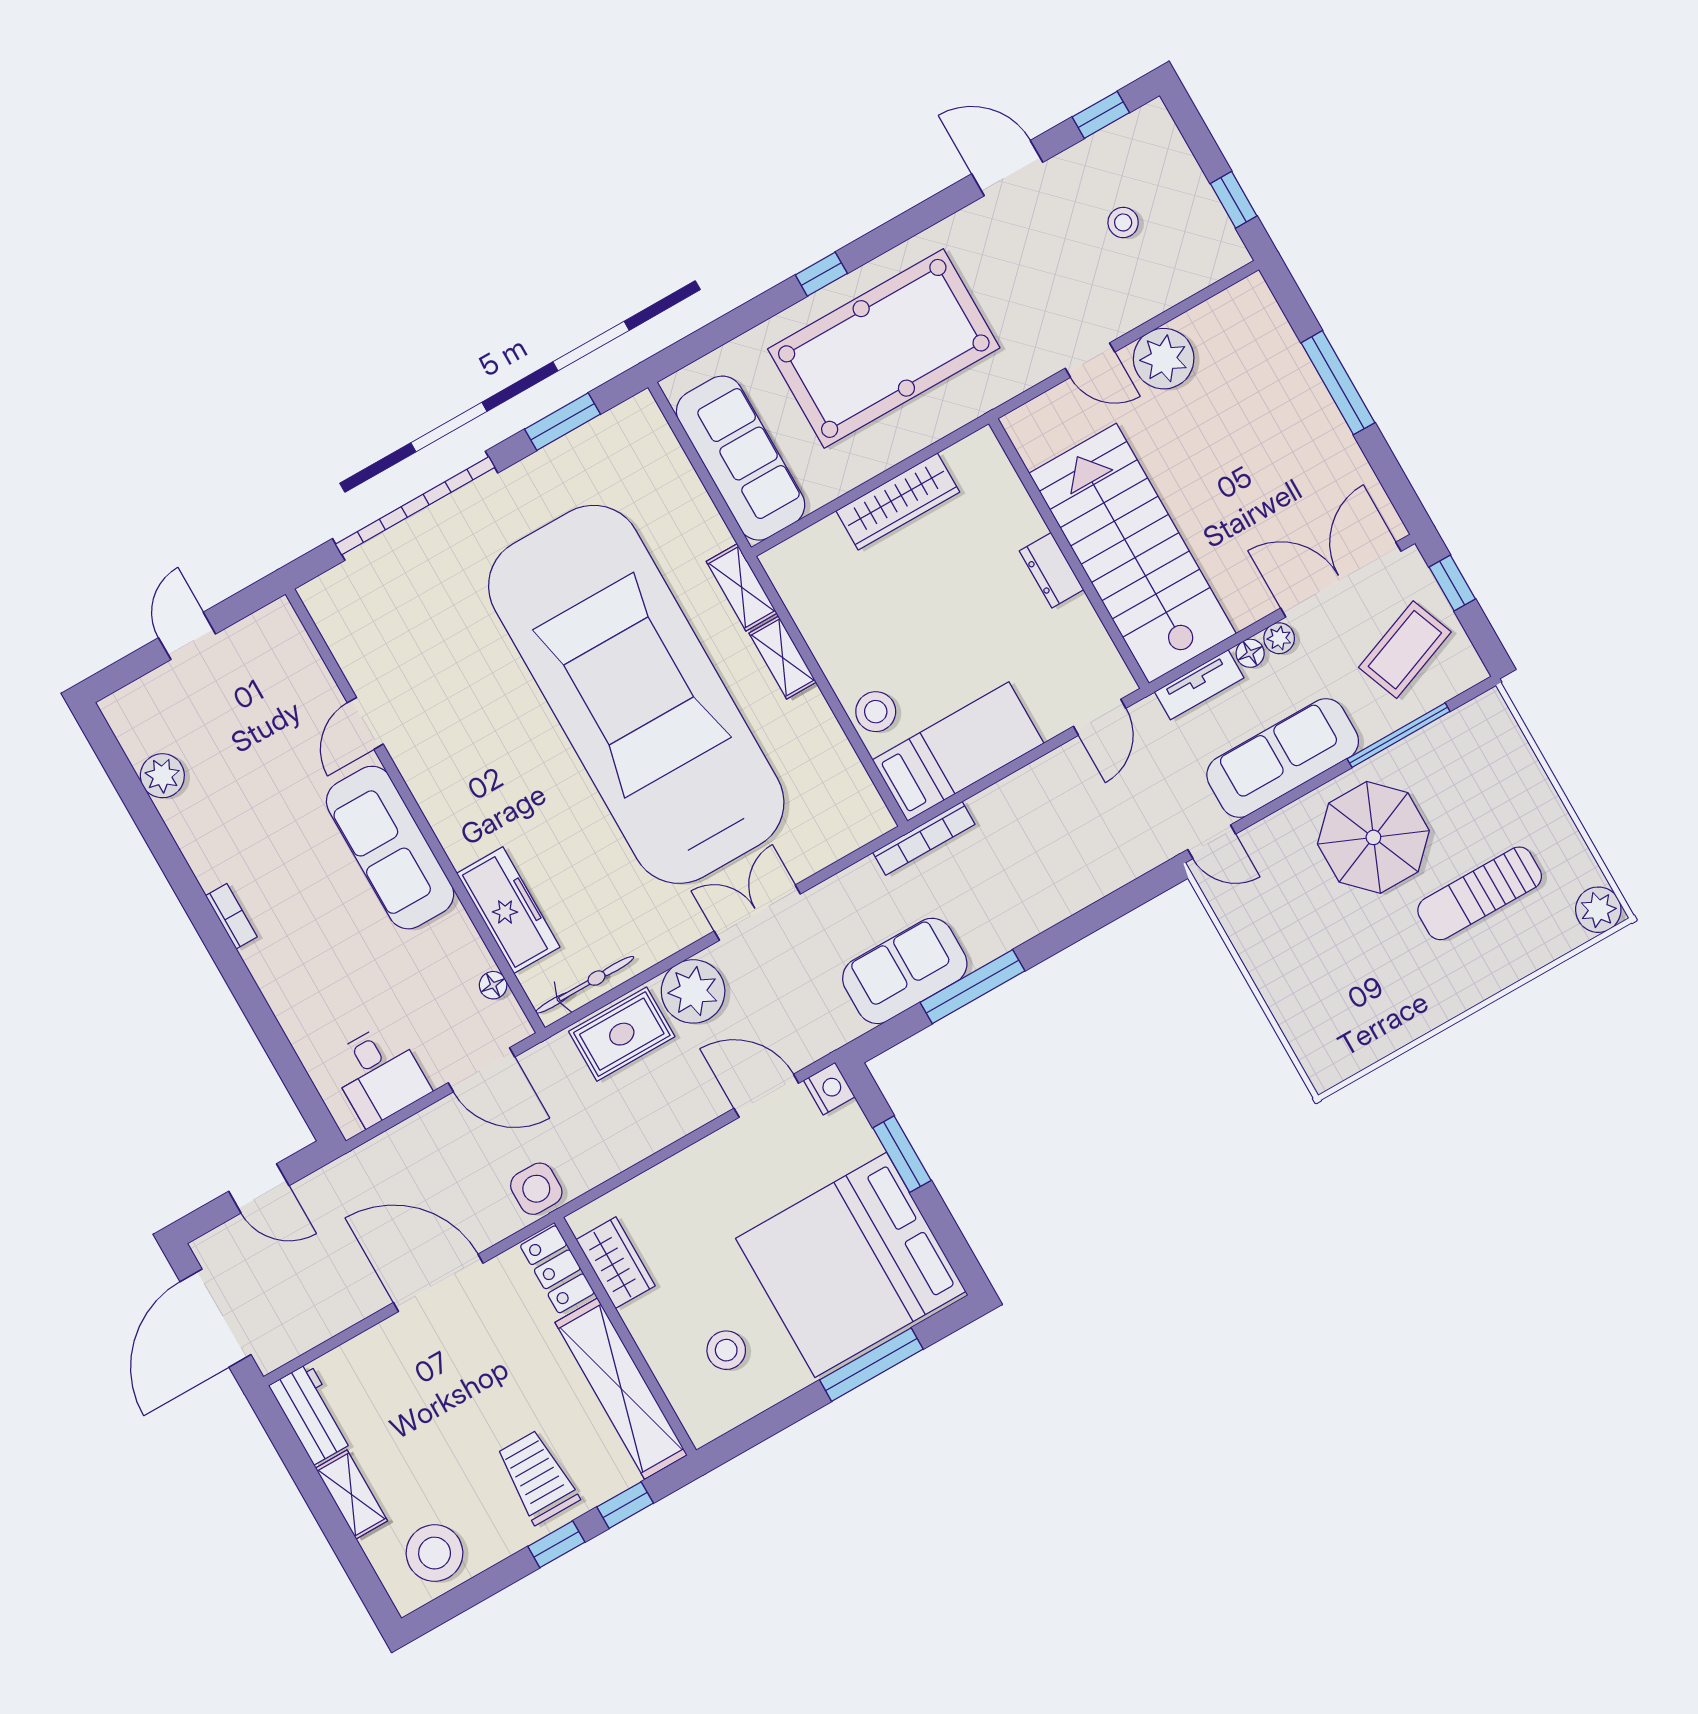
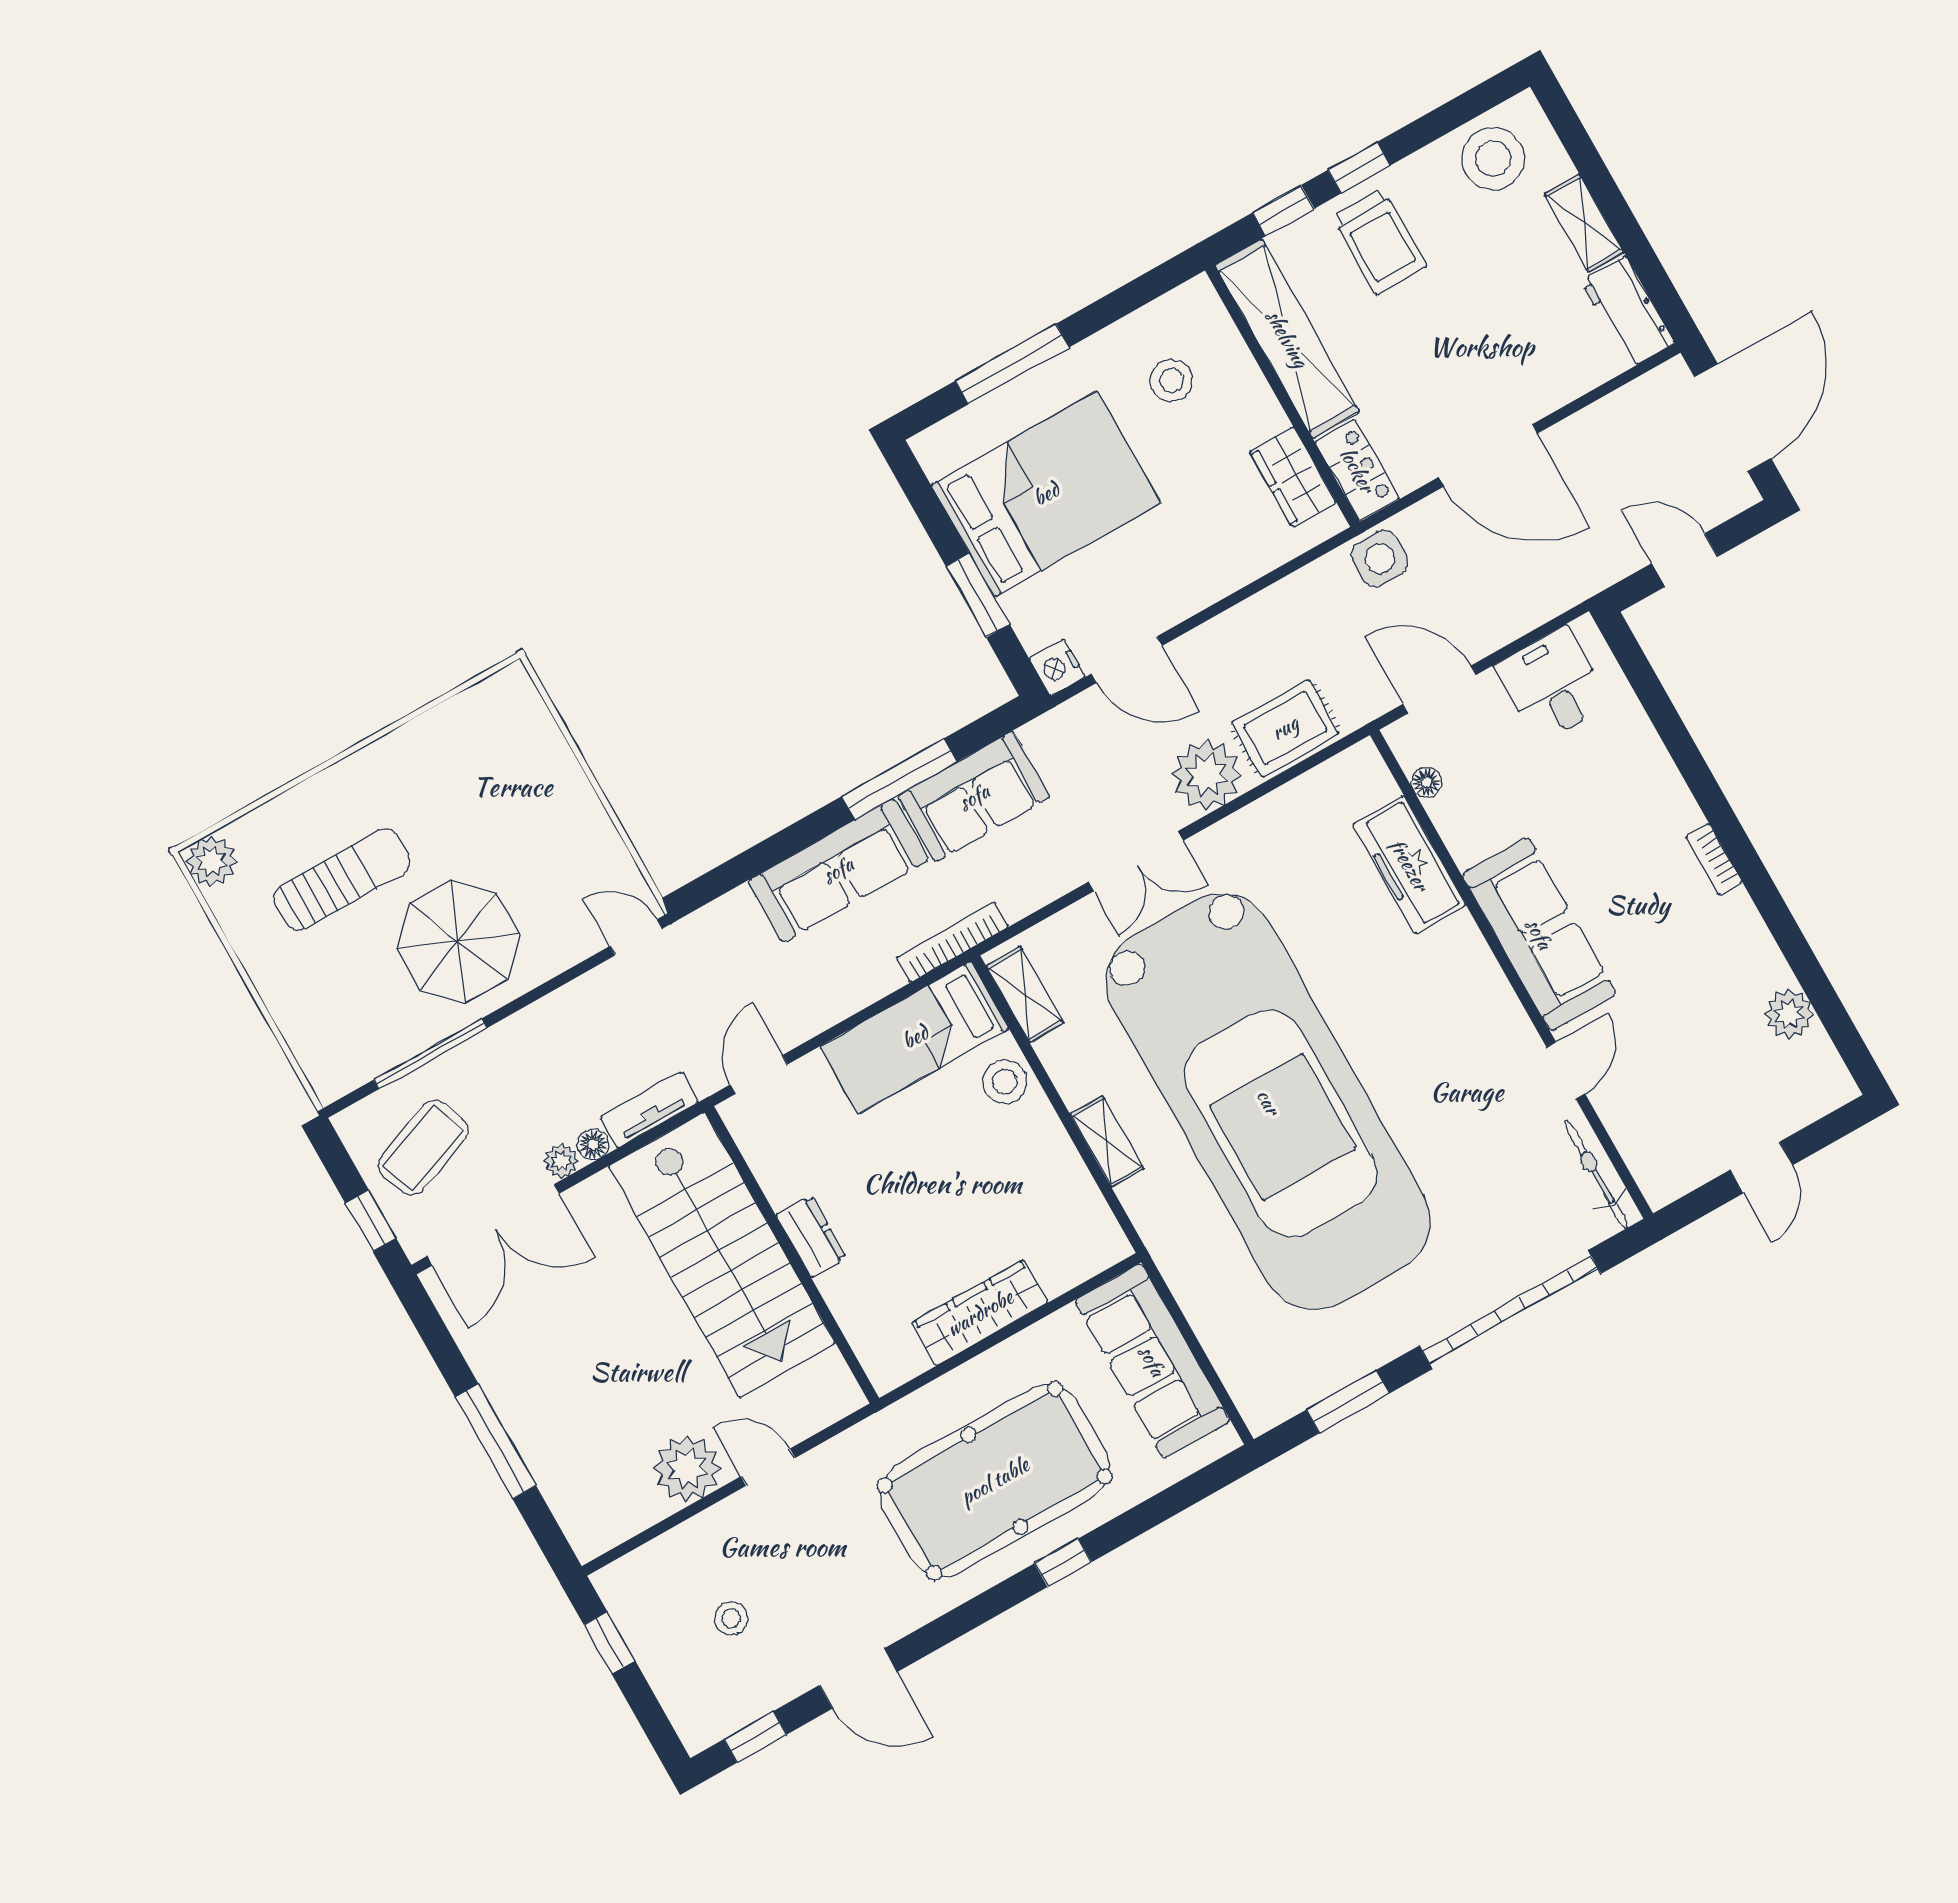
shelving: (742, 587) -> (1025, 994), moved
sofa: (1283, 758) -> (838, 870), moved
bicycle: (585, 985) -> (1596, 1175), moved, turned 90
bed: (851, 1265) -> (1046, 494), width x0.73

